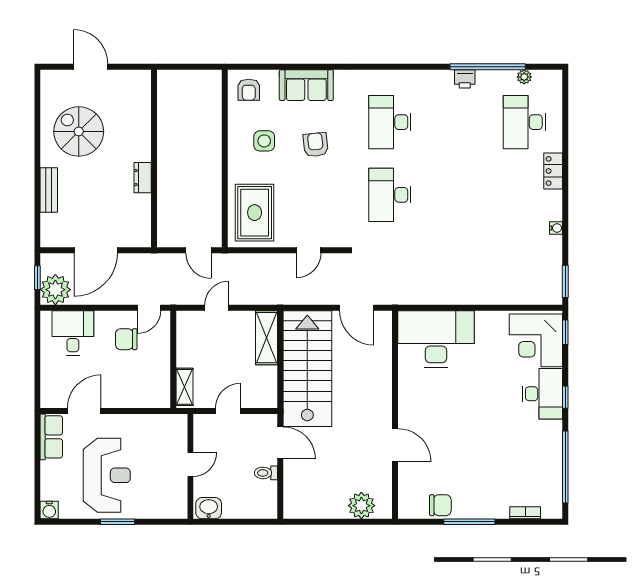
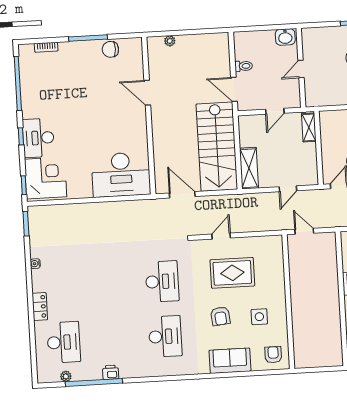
rug: (255, 213) -> (232, 273), moved, turned 90
plant: (361, 506) -> (170, 41), width x0.53, depth x0.53

